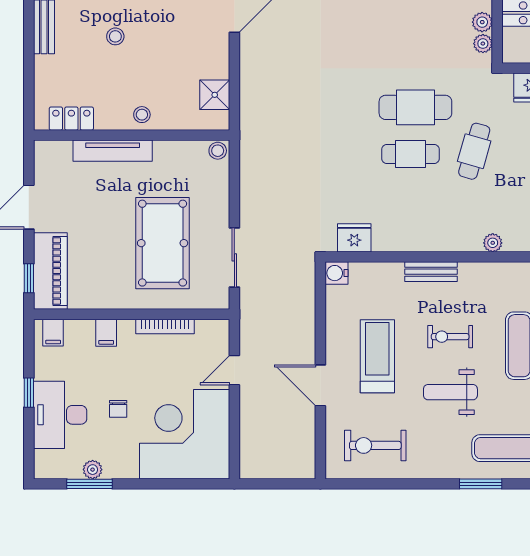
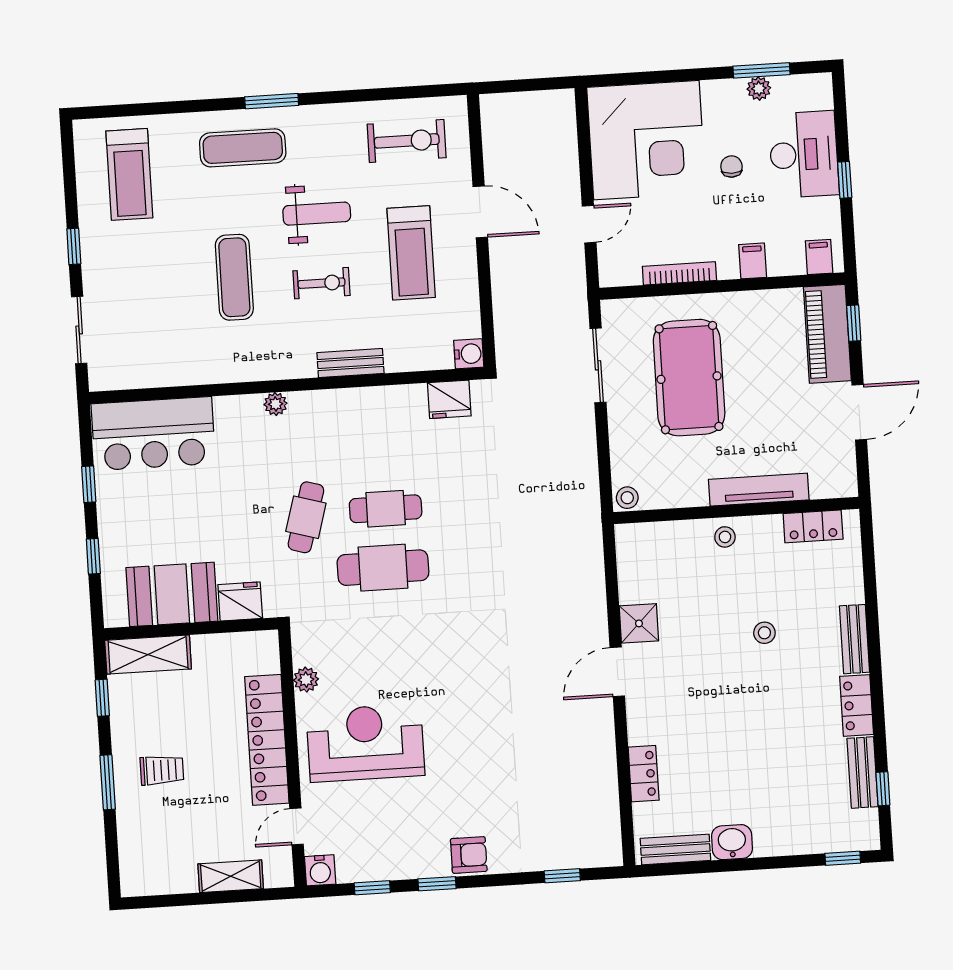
plant: (483, 44) -> (304, 653), removed
shower: (215, 95) -> (639, 623), moved

